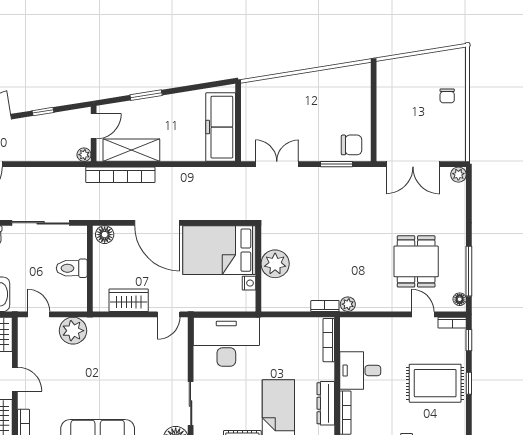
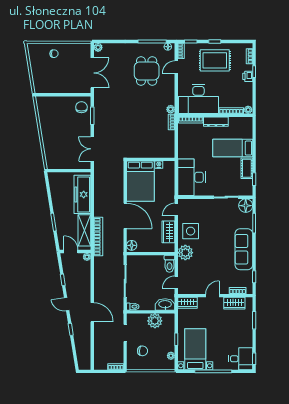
freezer: (221, 127) -> (82, 194), moved, turned 90
door: (157, 223) -> (125, 216), hinge flipped
dining table: (416, 261) -> (147, 71), turned 90
plant: (275, 264) -> (148, 150), removed
toilet: (72, 268) -> (169, 264), moved
door: (169, 314) -> (176, 210), swing flipped
plant: (73, 331) -> (185, 253), moved
side table: (130, 340) -> (191, 231), added
desk: (360, 371) -> (198, 99), width x1.87, depth x1.30
rug: (435, 383) -> (215, 60), turned 90
dresser: (326, 403) -> (216, 122), moved

